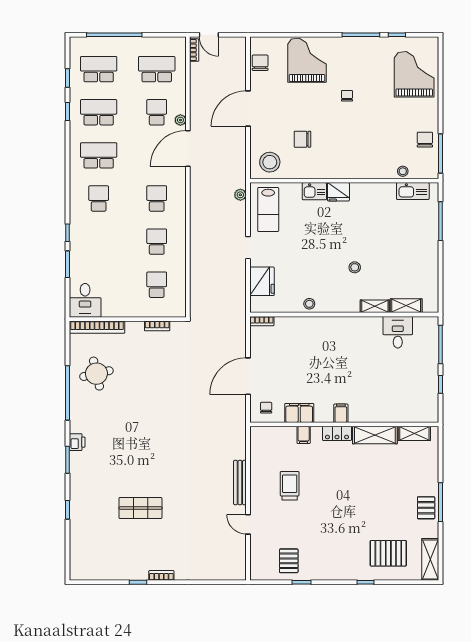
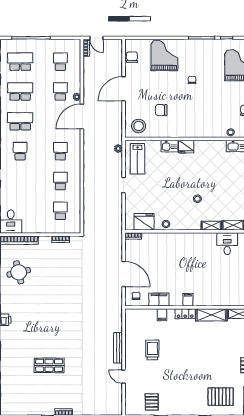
school desk: (157, 69) -> (60, 62), width x0.54
fridge: (262, 281) -> (144, 222), moved, turned -90
door: (248, 376) -> (124, 274), swing flipped

